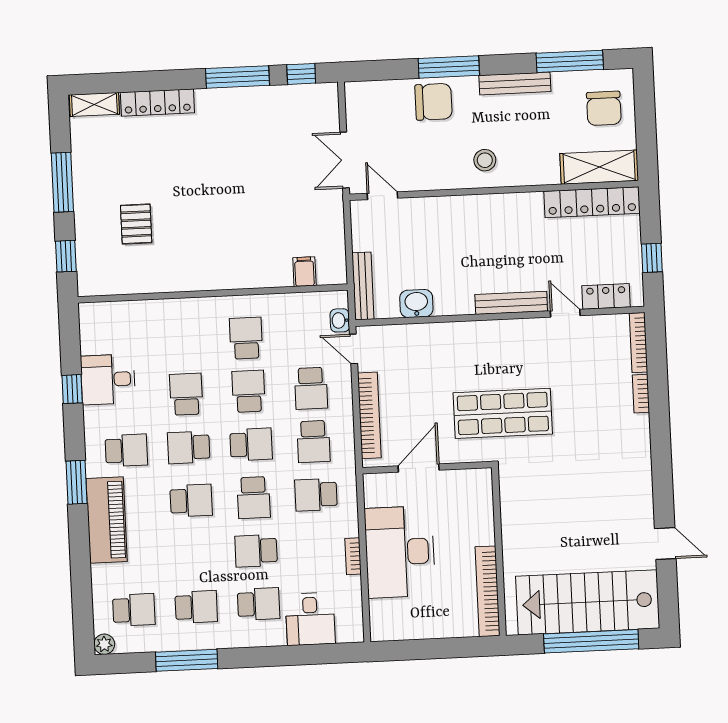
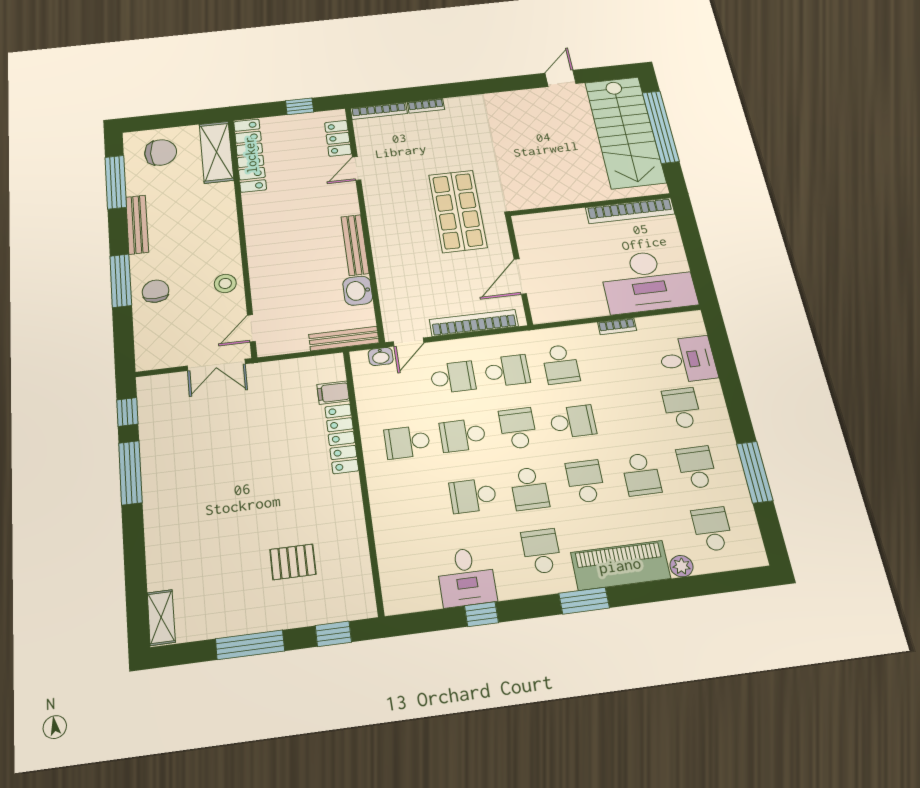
chair: (434, 102) -> (156, 291), width x0.73, depth x0.73
locker: (157, 103) -> (342, 439), moved, turned 180
stool: (485, 160) -> (225, 283), moved
bench: (511, 303) -> (355, 245), moved
door: (419, 468) -> (520, 276), hinge flipped
school desk: (256, 551) -> (641, 474), moved
desk: (400, 552) -> (648, 281), moved
plant: (104, 644) -> (681, 566), moved

